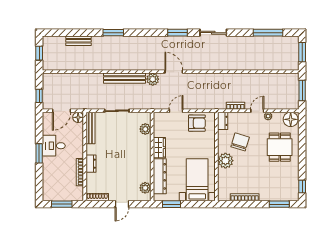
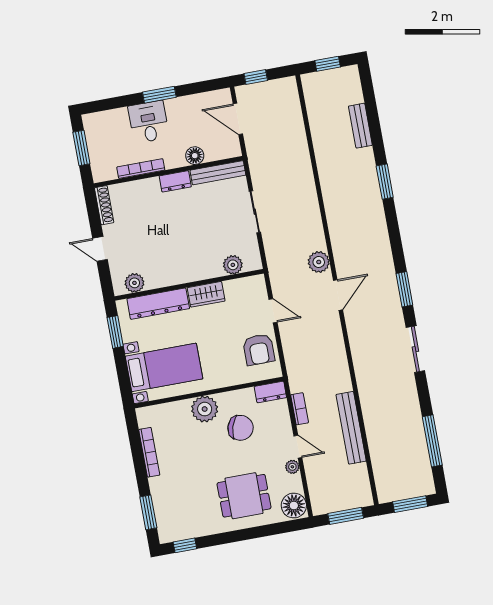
bench: (125, 78) -> (351, 428), moved
floor lamp: (78, 117) -> (195, 156), moved
desk: (54, 146) -> (149, 122), moved
dresser: (91, 164) -> (175, 181), moved

